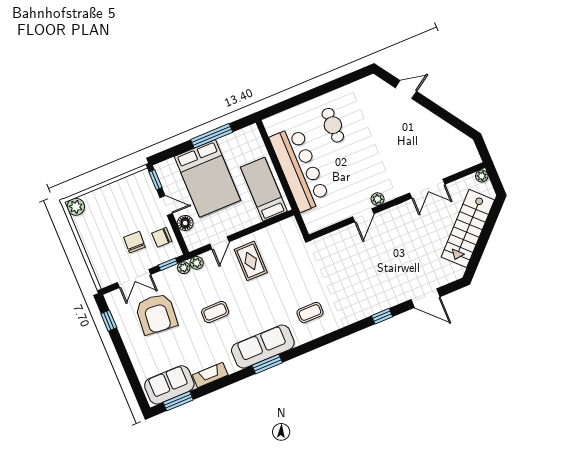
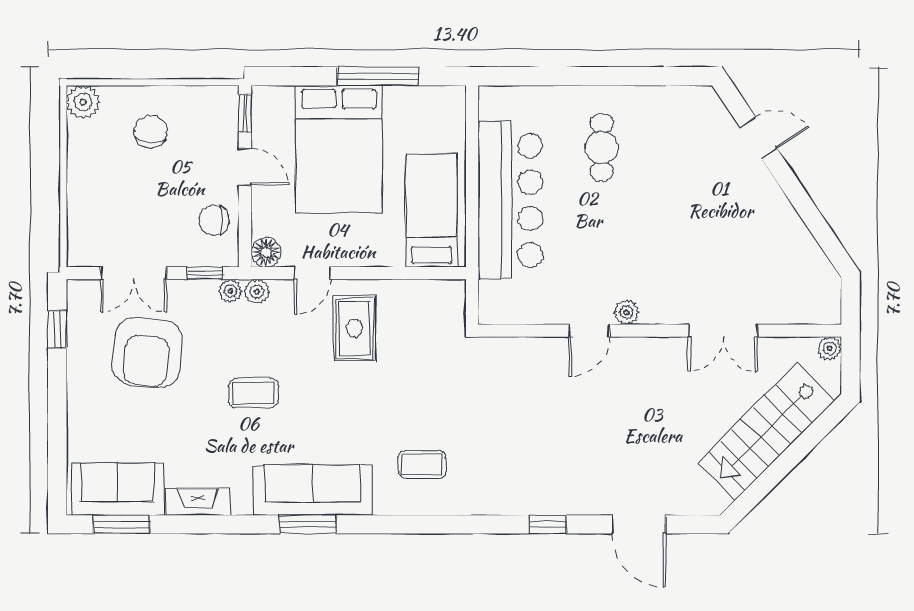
floor lamp: (185, 223) -> (266, 252), moved
chair: (134, 242) -> (150, 132), moved

